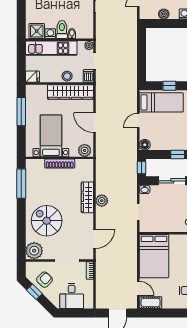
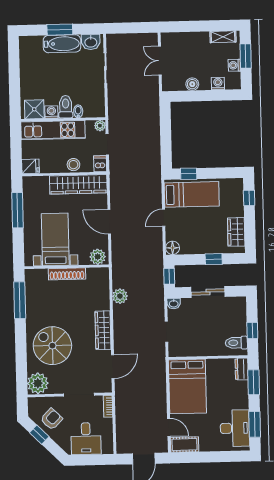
window: (169, 86) -> (189, 174), moved
wardrobe: (87, 197) -> (103, 330), moved
plant: (102, 201) -> (120, 296), moved

